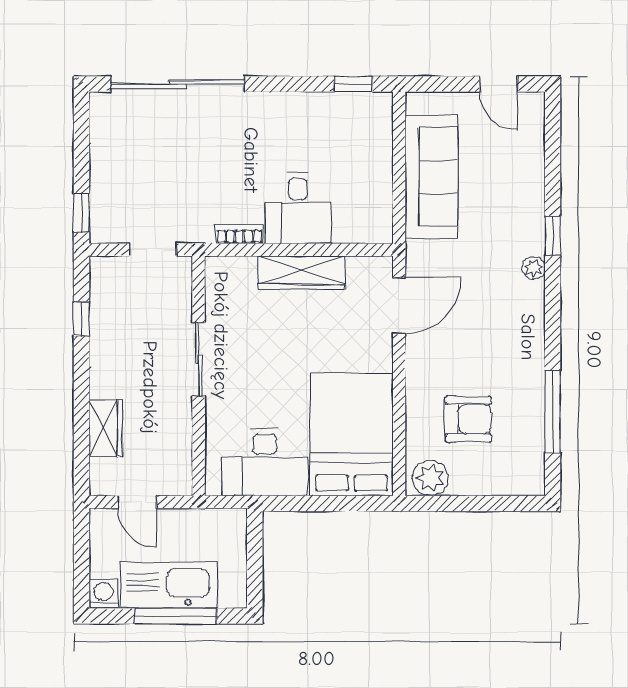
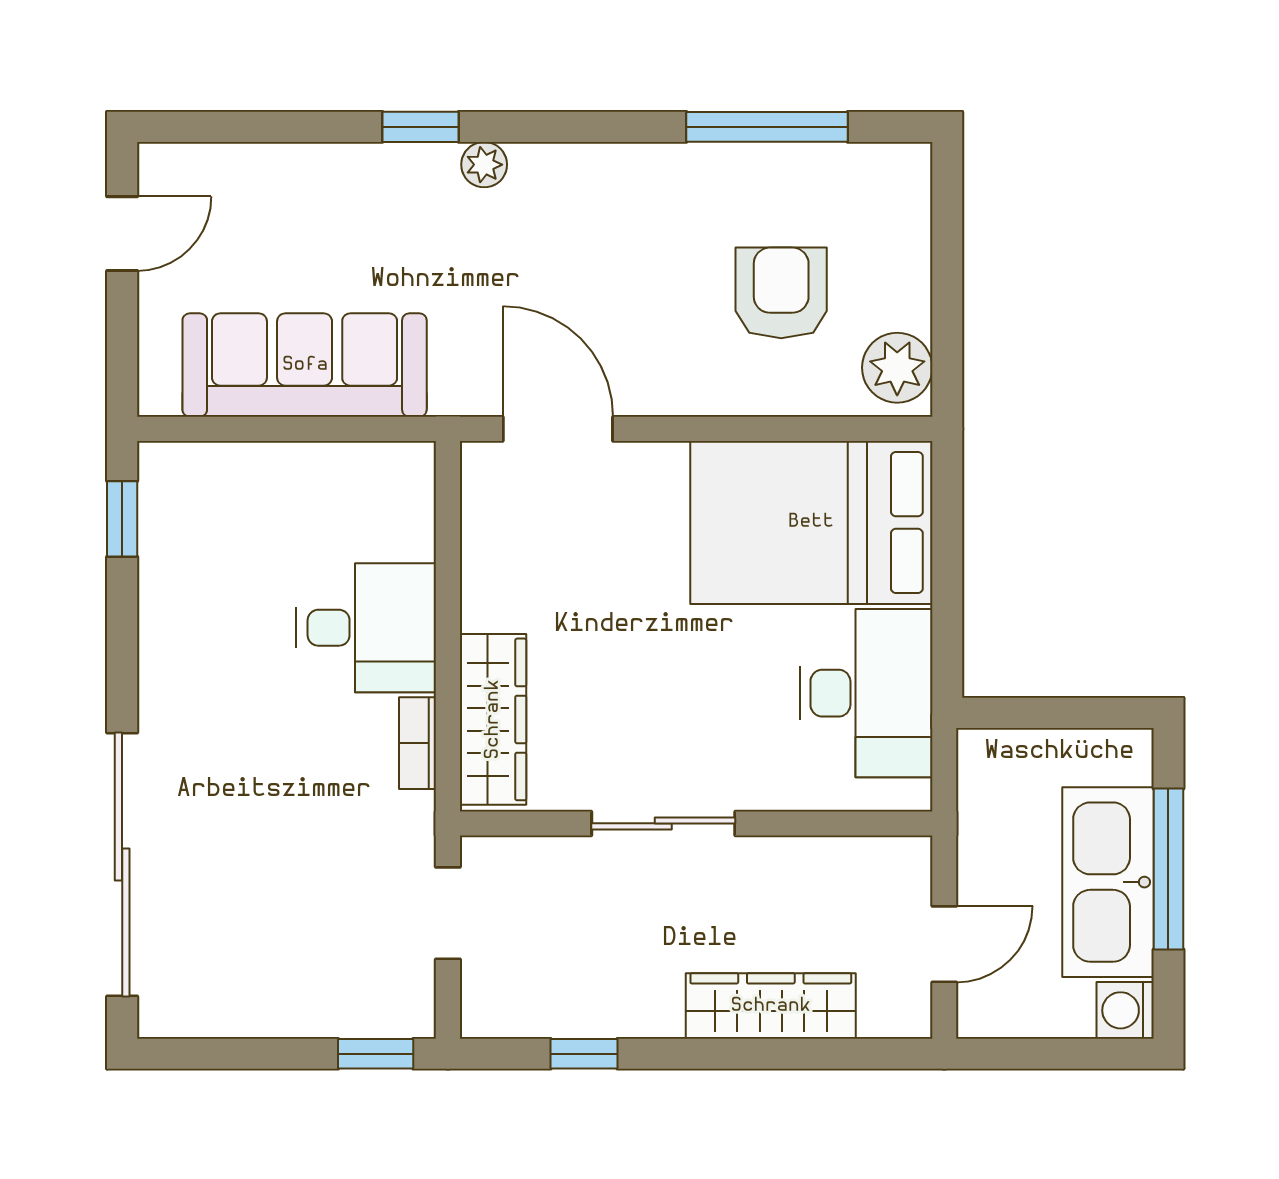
wardrobe: (302, 273) -> (493, 719), moved
wardrobe: (106, 428) -> (771, 1006), width x1.50

